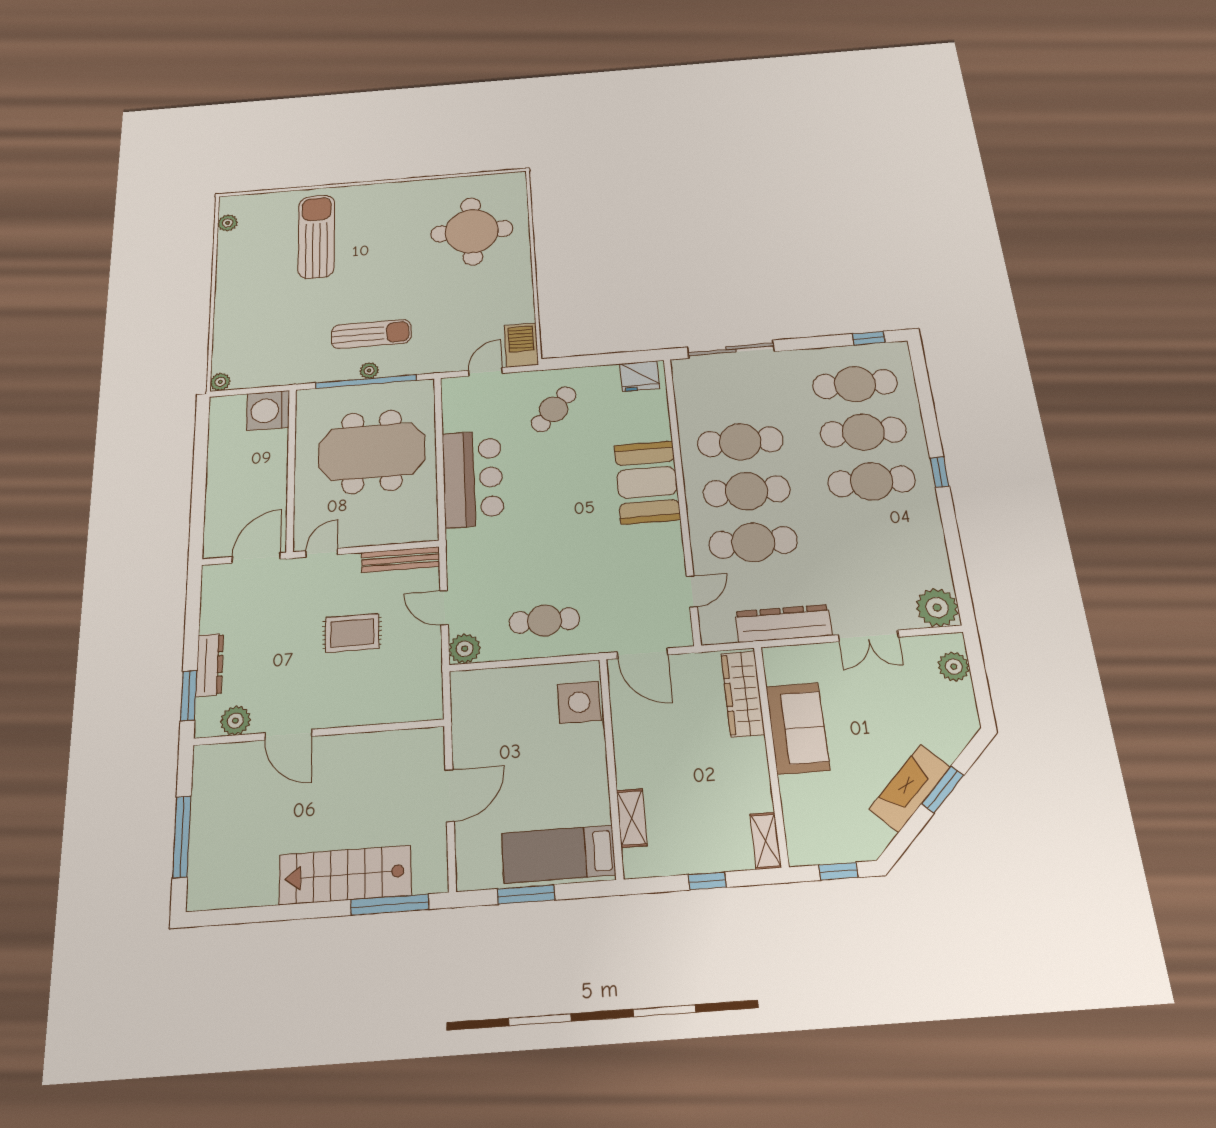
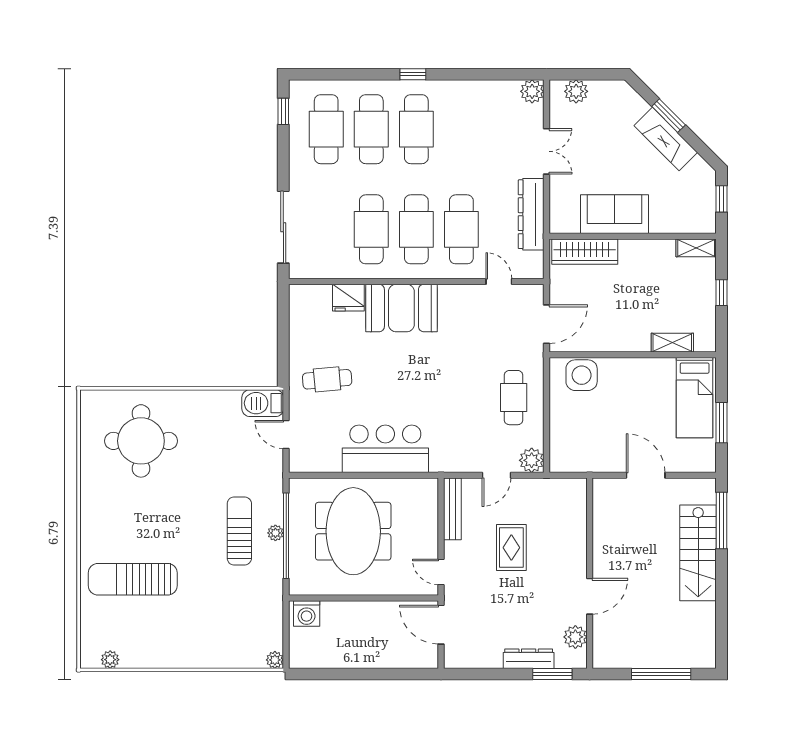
fridge: (640, 376) -> (348, 298), moved, turned 90
cafe table: (554, 409) -> (327, 379), turned -47
washing machine: (268, 411) -> (307, 614), width x0.73, depth x0.73
plant: (937, 608) -> (532, 91), width x0.73, depth x0.73

